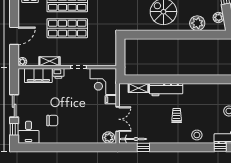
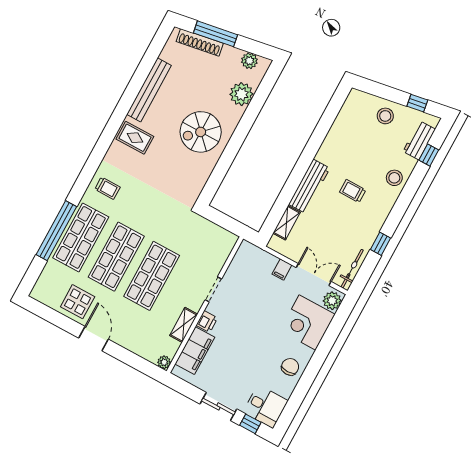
door: (14, 36) -> (93, 339), moved
corner desk: (103, 82) -> (307, 322), moved, turned 90
chair: (52, 121) -> (290, 367), moved
window: (143, 147) -> (381, 244), moved

